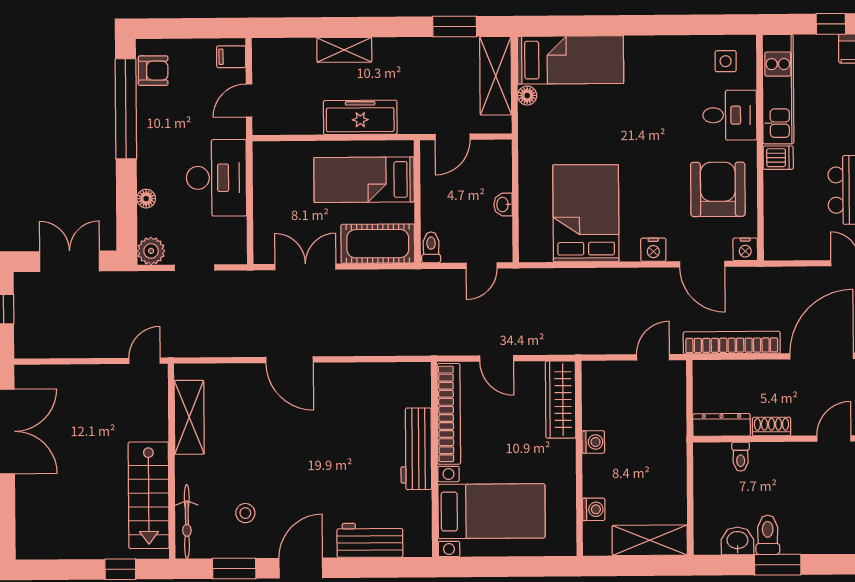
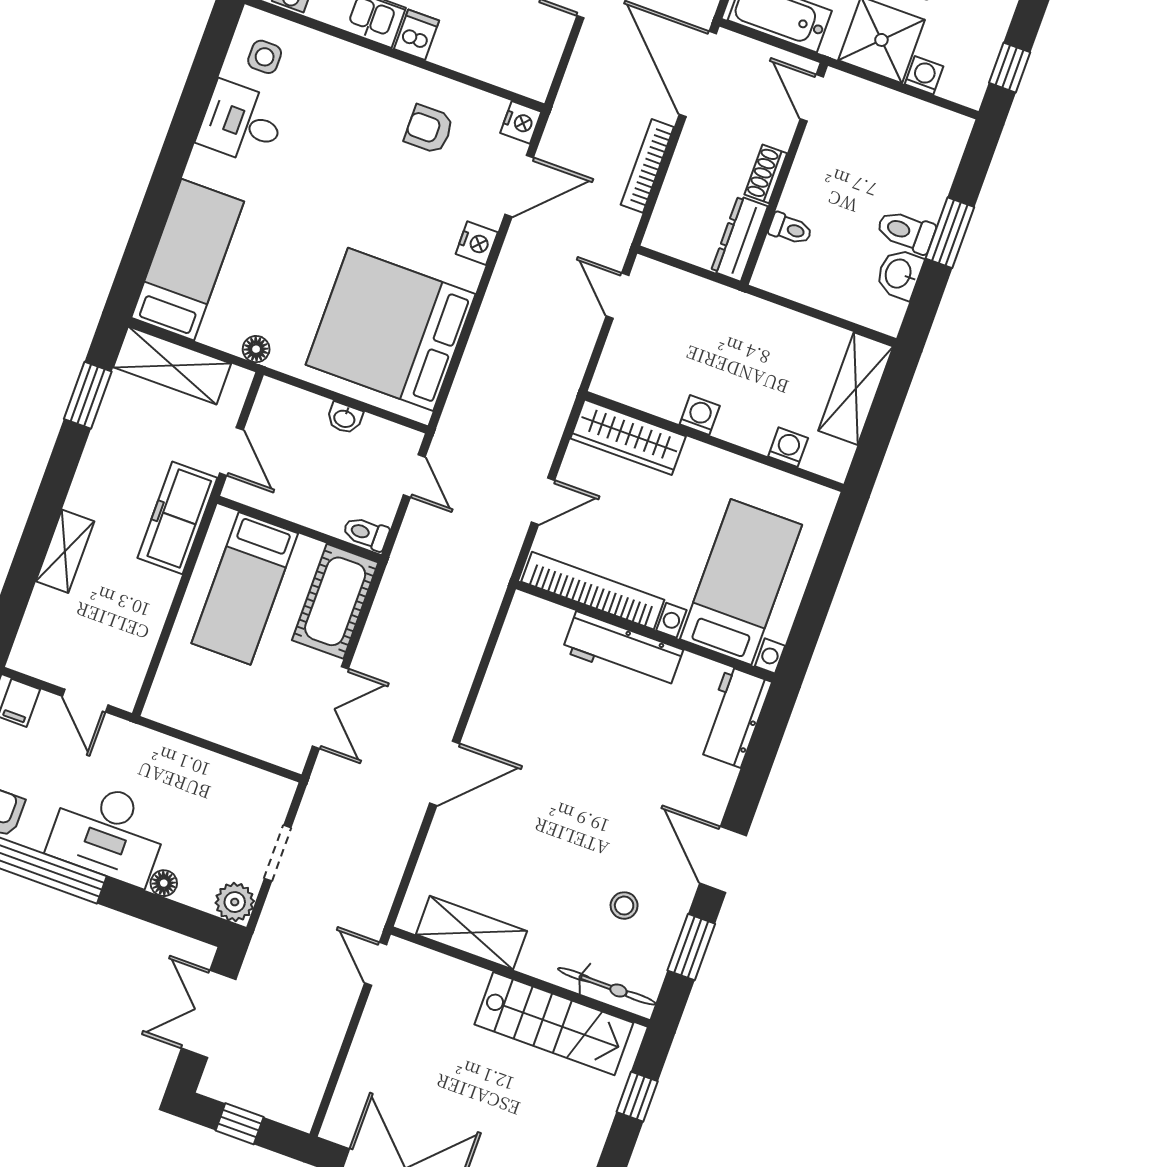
floor lamp: (527, 96) -> (256, 349), moved
desk: (730, 115) -> (242, 123), moved, turned -90
freezer: (360, 117) -> (177, 518), moved
desk: (216, 178) -> (108, 832), moved, turned 180
armchair: (718, 189) -> (429, 129), width x0.53, depth x0.53
bed: (586, 213) -> (391, 329), width x1.36
double door: (305, 267) -> (330, 707), swing flipped
bookcase: (732, 343) -> (647, 166), width x0.68, depth x0.76
workbench: (370, 540) -> (734, 717), moved

